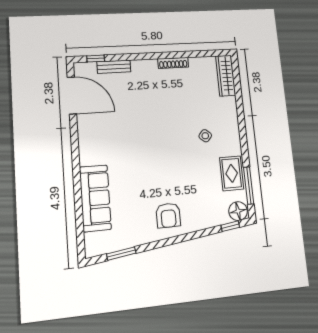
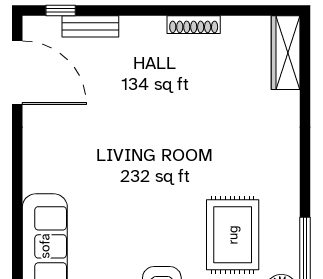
side table: (205, 136) -> (238, 157), removed
rug: (232, 173) -> (233, 235), moved, width x1.36, depth x1.43

